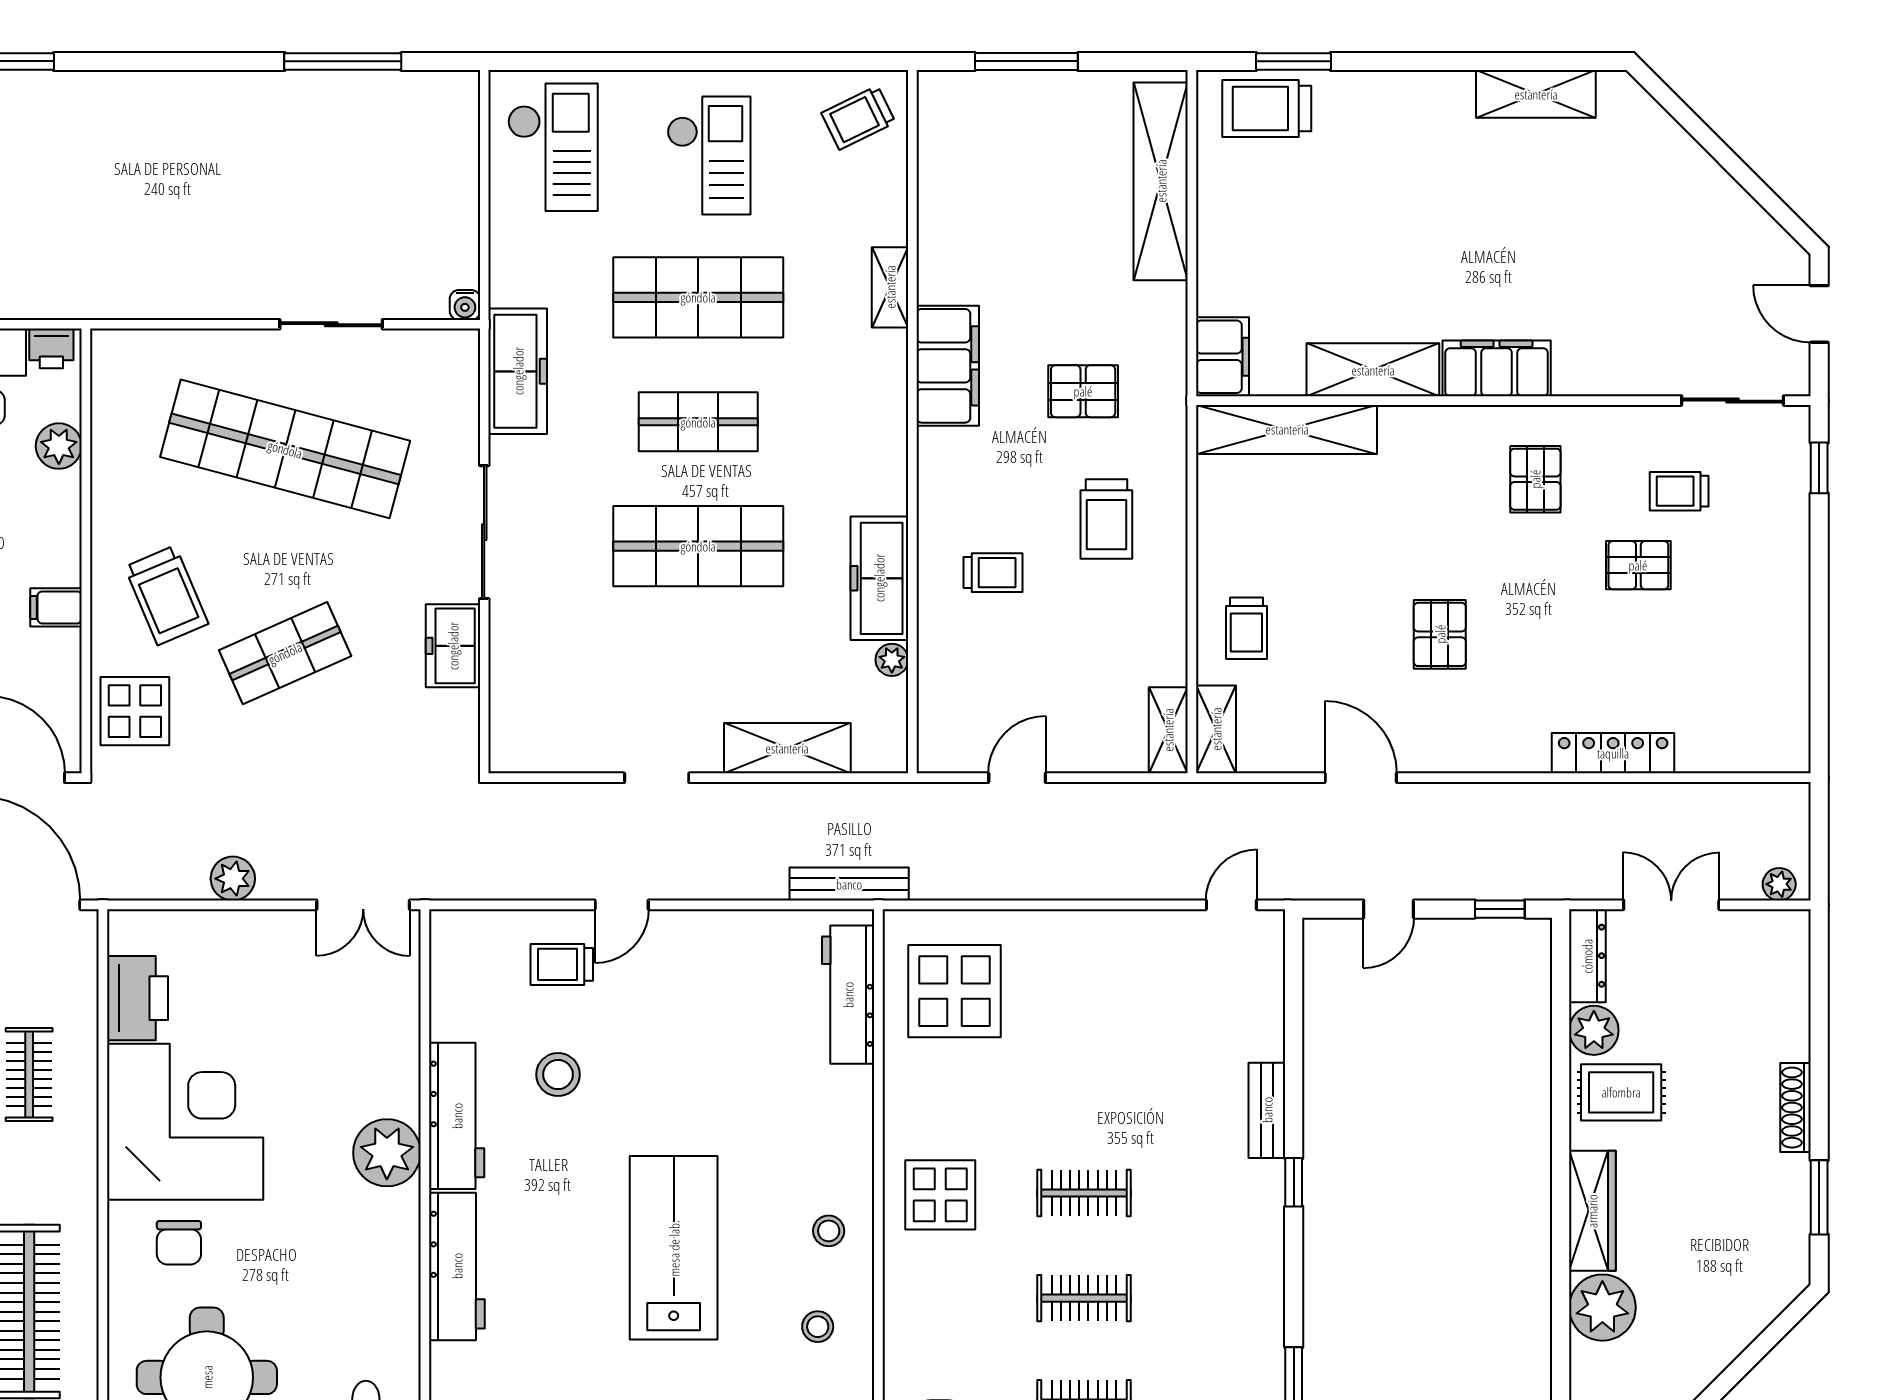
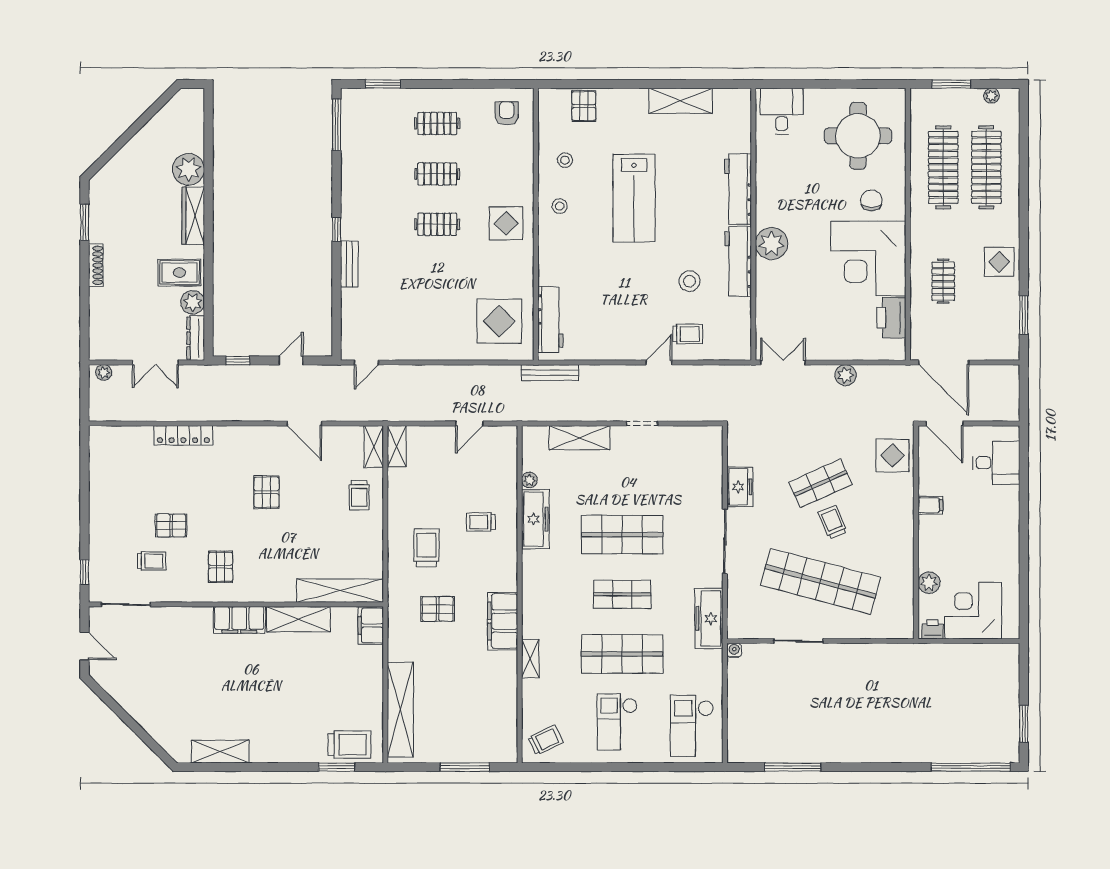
trolley: (166, 595) -> (833, 522), moved, width x0.73, depth x0.72
trolley: (1246, 628) -> (359, 495), turned 180

